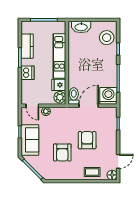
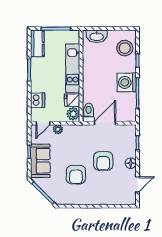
kitchen counter: (27, 46) -> (37, 43), moved
dishwasher: (27, 73) -> (38, 100), moved
washing machine: (108, 96) -> (127, 82), moved, turned -90
door: (32, 106) -> (43, 123), hinge flipped
armchair: (87, 140) -> (103, 161), turned 180
coffee table: (92, 172) -> (109, 196), removed
floor lamp: (112, 175) -> (131, 163), moved

